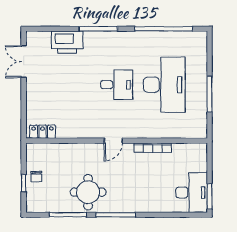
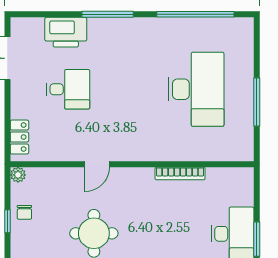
desk: (117, 85) -> (68, 89), moved
locker: (42, 132) -> (19, 137), moved, turned 90
door: (113, 141) -> (97, 164), moved
plant: (32, 149) -> (18, 175), added

